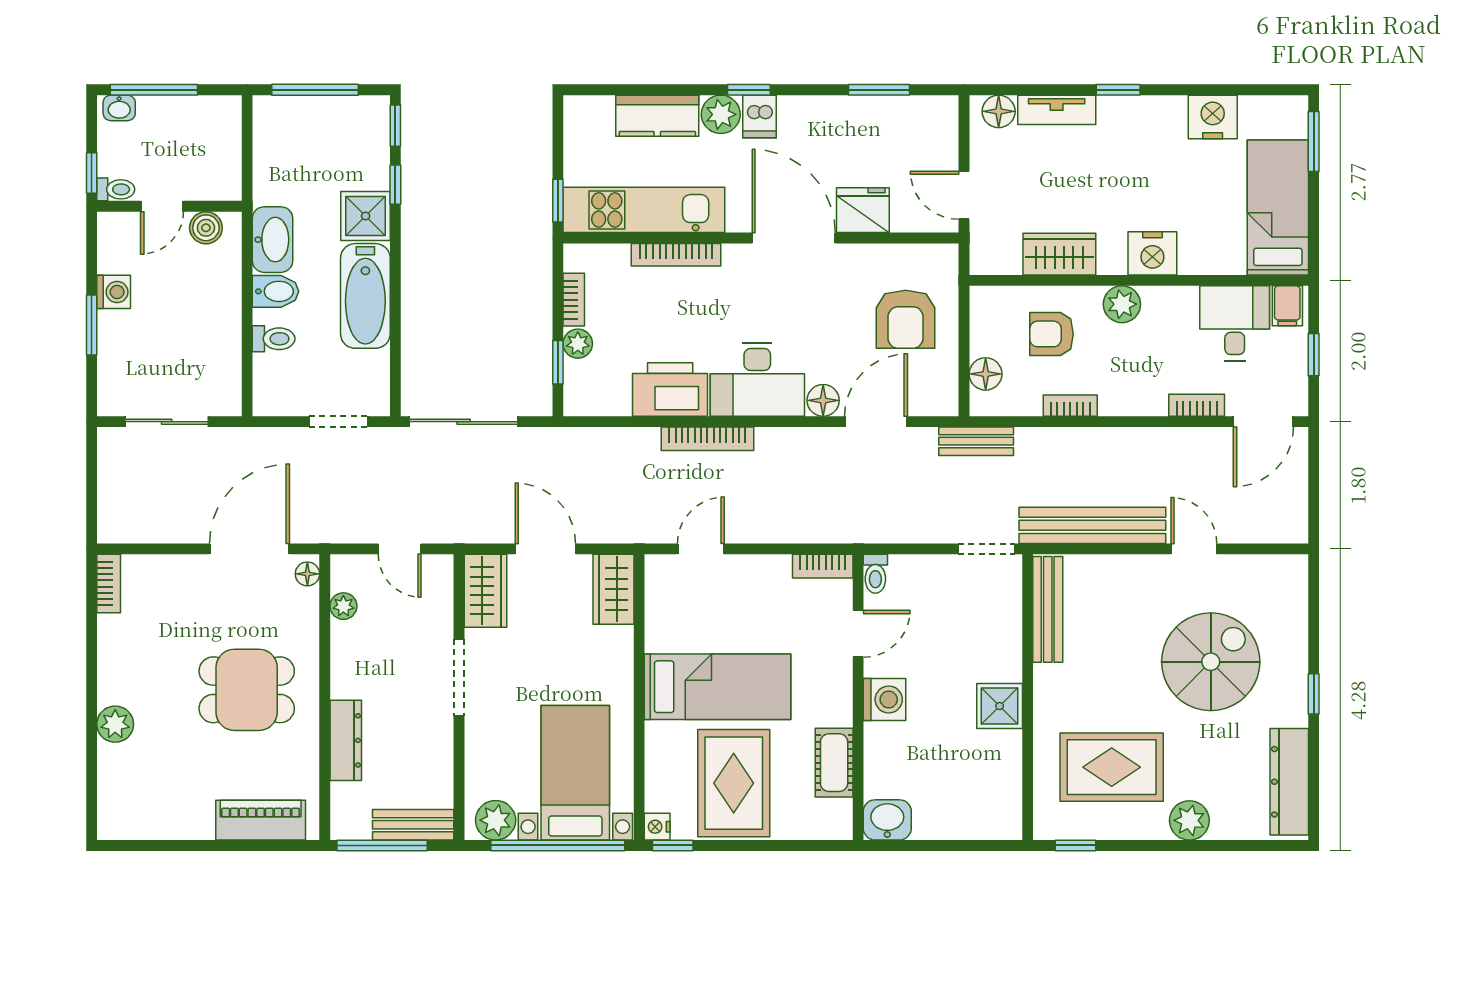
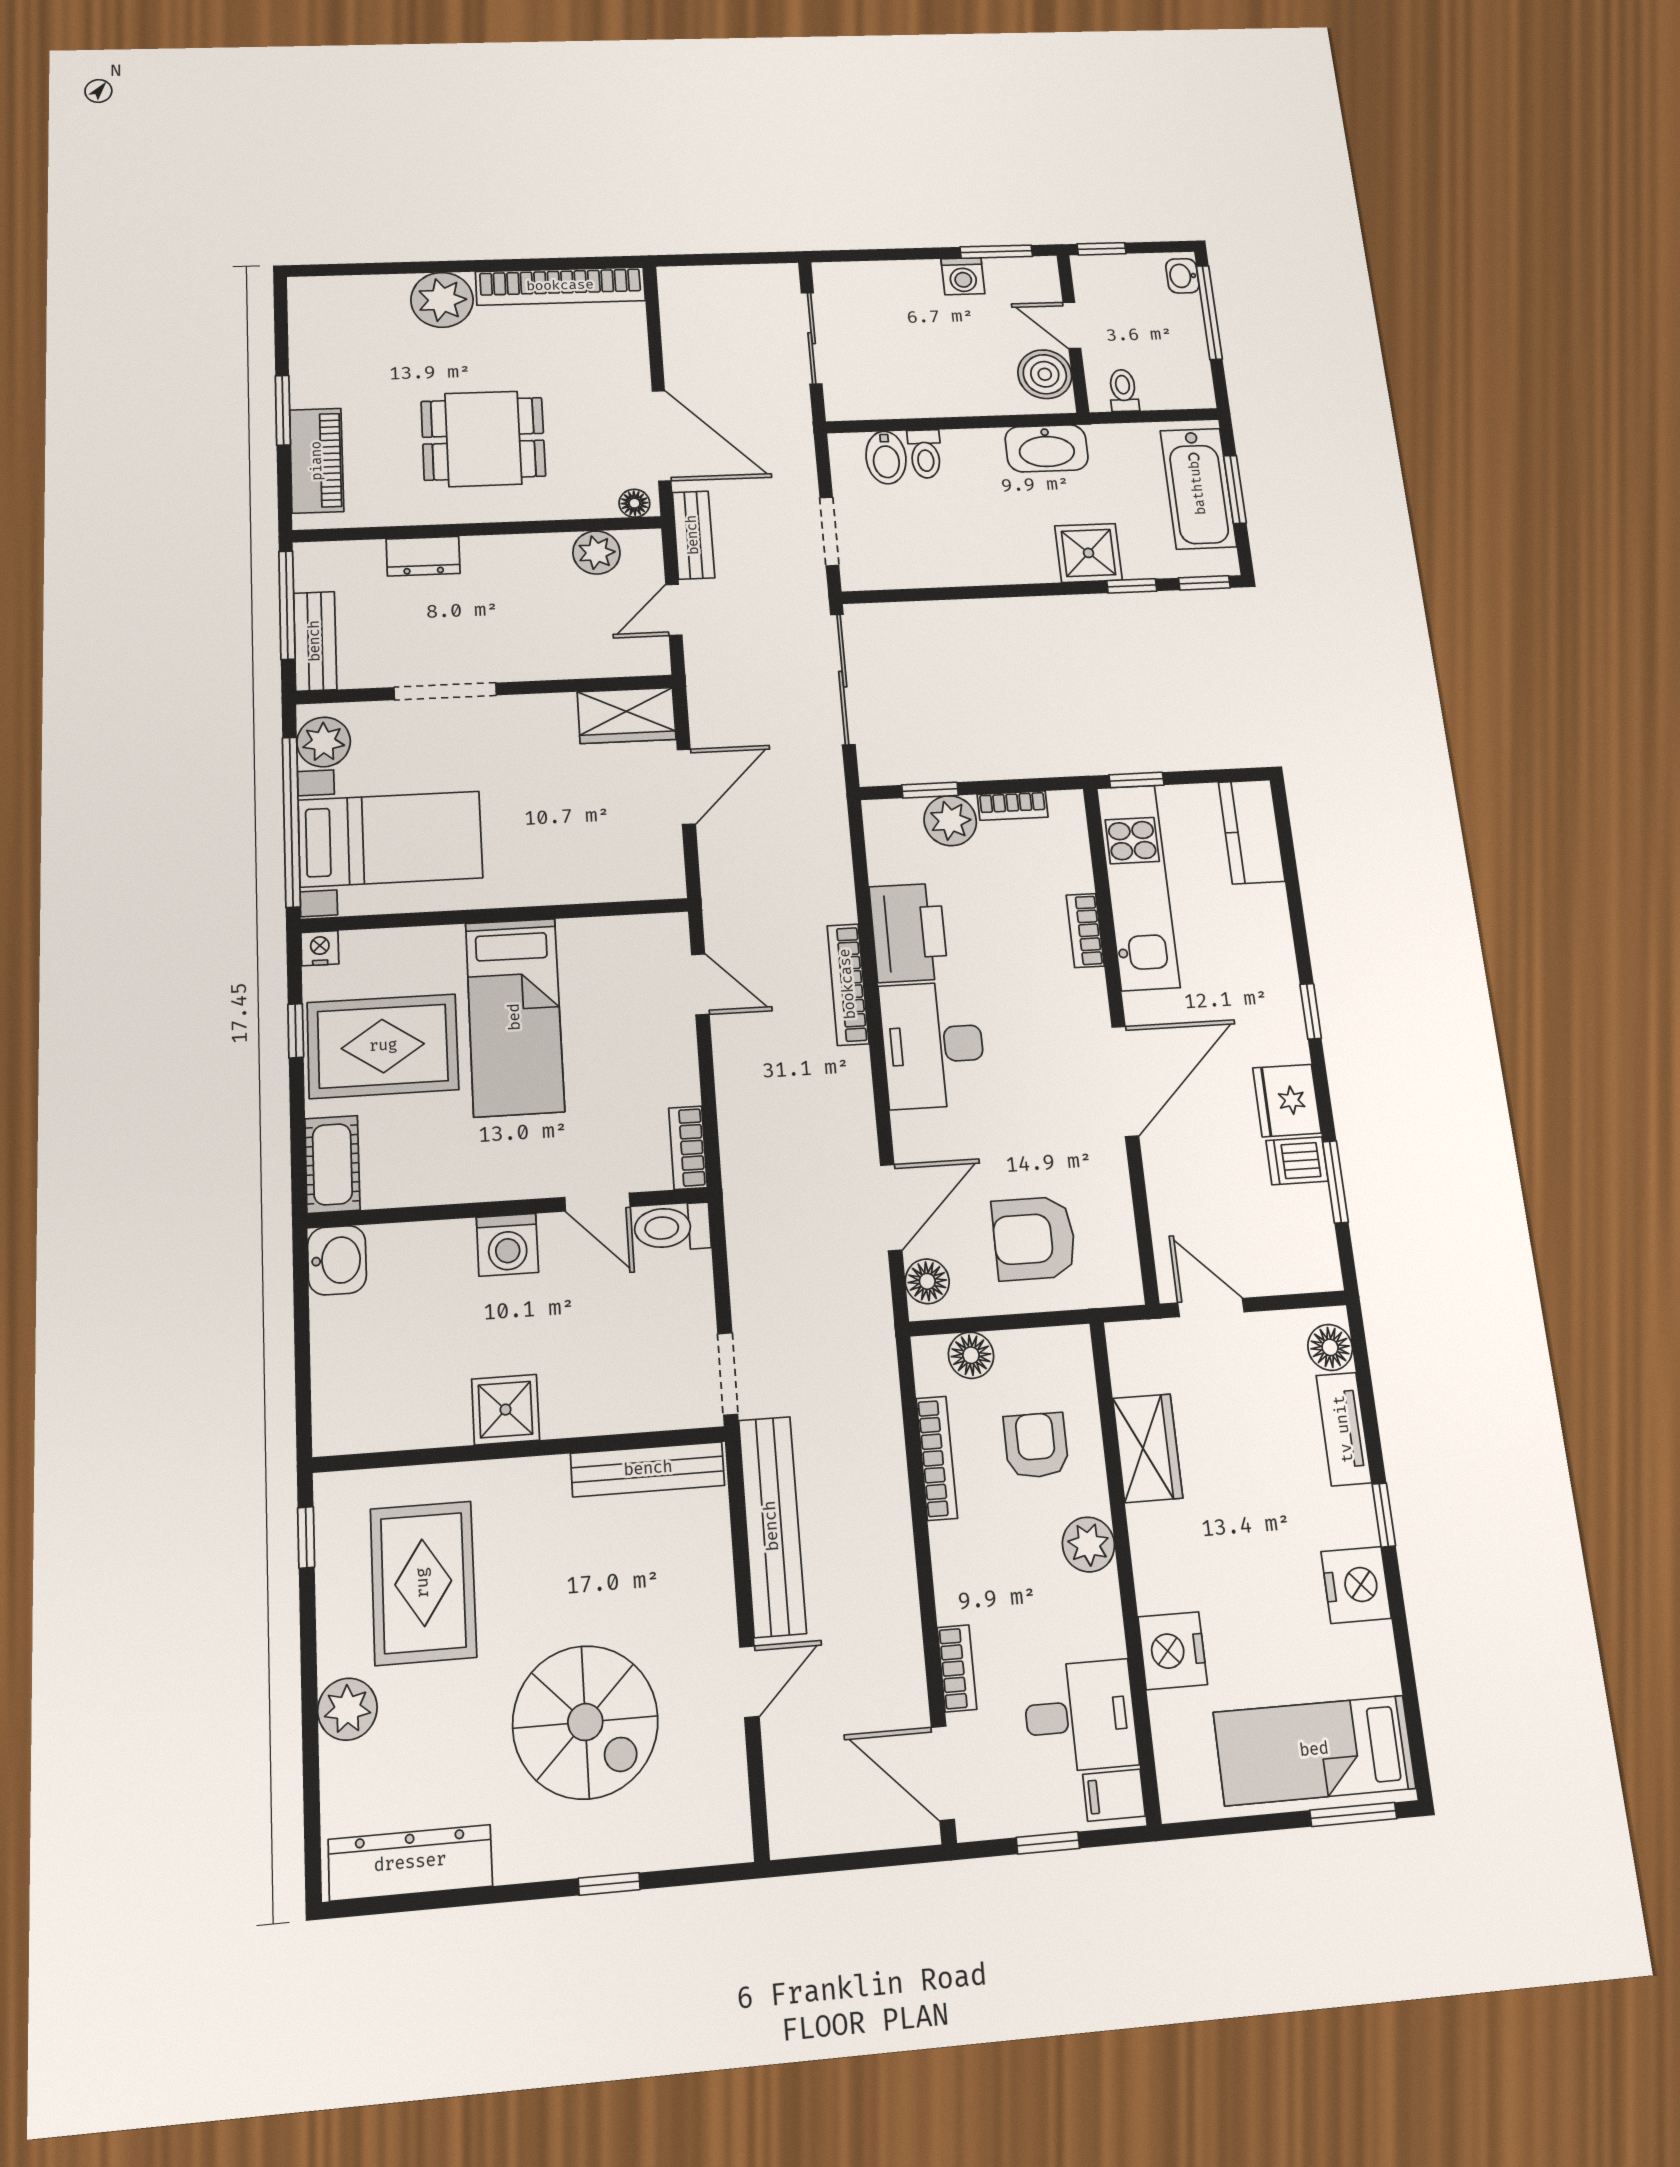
window: (315, 90) -> (1235, 489), width x0.69
plant: (721, 114) -> (1274, 977), removed
kitchen counter: (657, 116) -> (1252, 832), moved
dishwasher: (760, 116) -> (1297, 1161), moved
nightstand: (1213, 117) -> (1356, 1585), moved
toilet: (116, 189) -> (1123, 390), moved, turned 180
door: (964, 195) -> (1211, 1307), hinge flipped
bed: (1278, 207) -> (1314, 1750), moved, turned 180
fridge: (863, 210) -> (1287, 1100), moved, turned 180
boiler: (206, 228) -> (1045, 374), width x1.36, depth x1.36
nightstand: (1152, 253) -> (1173, 1651), moved
bookcase: (676, 255) -> (1085, 930), width x0.64
bidet: (276, 291) -> (886, 458), moved
bathtub: (365, 296) -> (1198, 488), moved, turned -90
window: (92, 325) -> (996, 252), moved
plant: (578, 344) -> (950, 821), width x1.38, depth x1.38
floor lamp: (823, 400) -> (927, 1281), moved
bookcase: (1070, 406) -> (937, 1458), width x1.56
door: (876, 422) -> (891, 1207), hinge flipped
bench: (976, 441) -> (693, 535), moved
toilet: (875, 574) -> (672, 1227), width x1.37, depth x1.39
bookcase: (109, 583) -> (560, 286), width x2.31, depth x1.31
wardrobe: (613, 589) -> (639, 875), removed
plant: (343, 606) -> (596, 552), width x1.38, depth x1.38
doorway: (459, 678) -> (445, 691), moved
dining table: (247, 690) -> (483, 439), turned 90
window: (1314, 694) -> (609, 1884), moved
plant: (115, 724) -> (442, 300), width x1.36, depth x1.36
dresser: (346, 740) -> (423, 556), width x0.70
cot: (834, 763) -> (332, 1164), moved, turned 90
window: (216, 845) -> (283, 410), added
window: (673, 845) -> (296, 1031), moved

